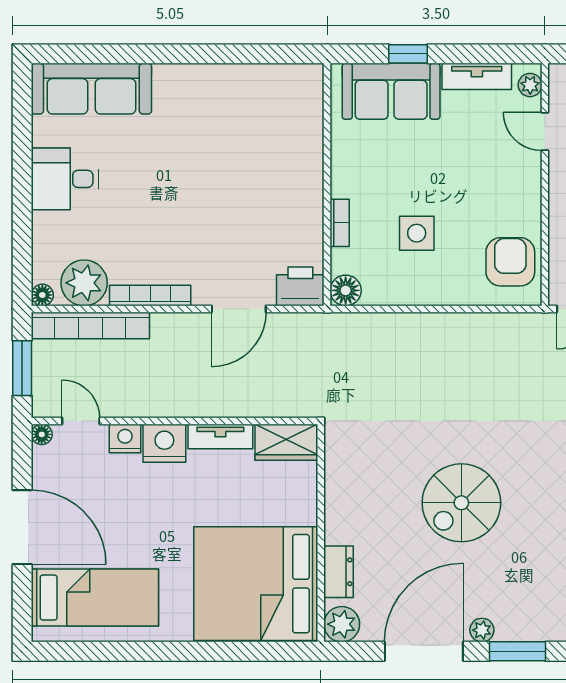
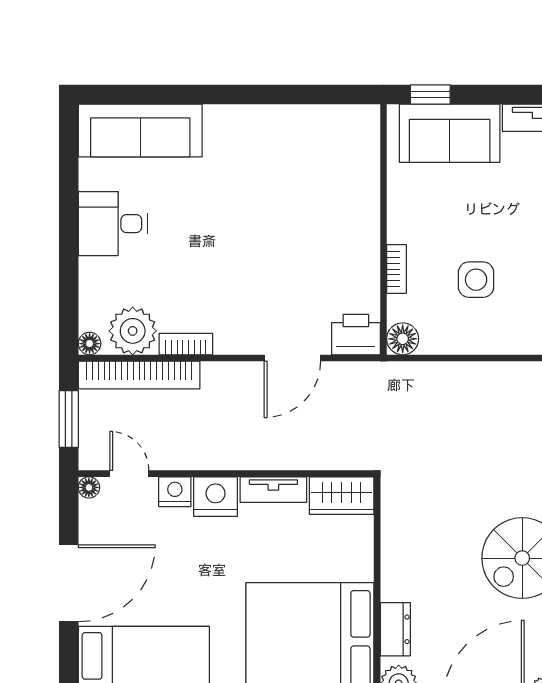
window: (408, 54) -> (430, 95), moved
bookcase: (150, 296) -> (186, 344), width x0.64
door: (22, 527) -> (69, 583), hinge flipped

